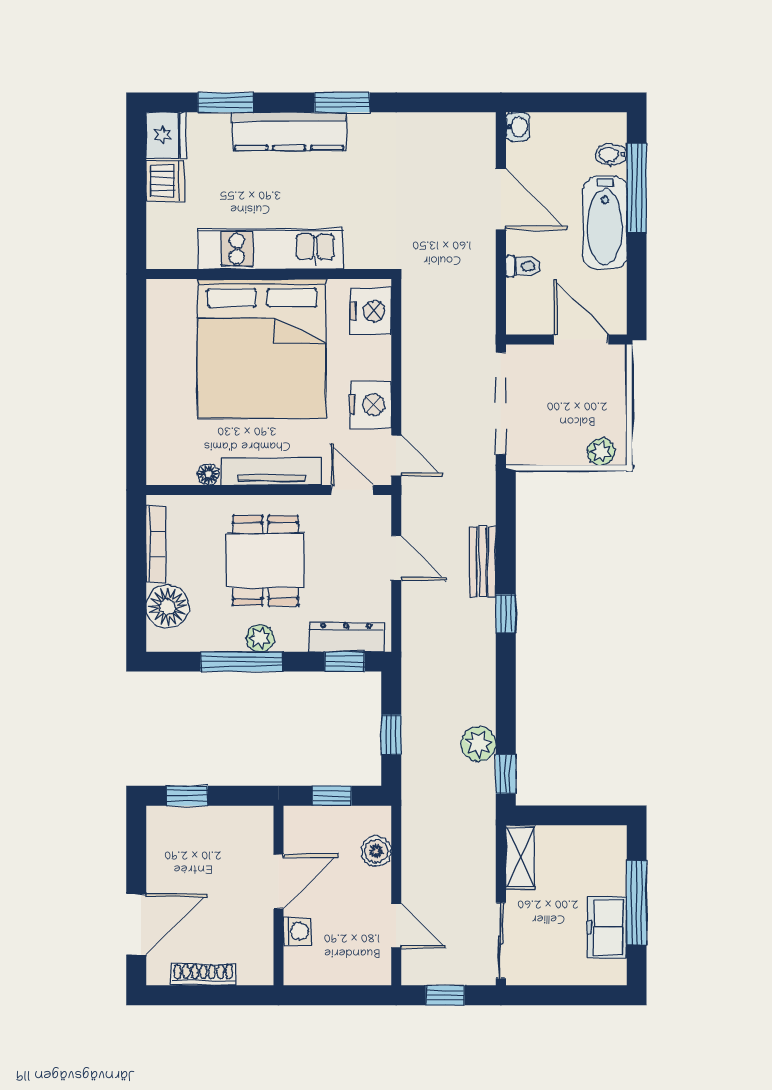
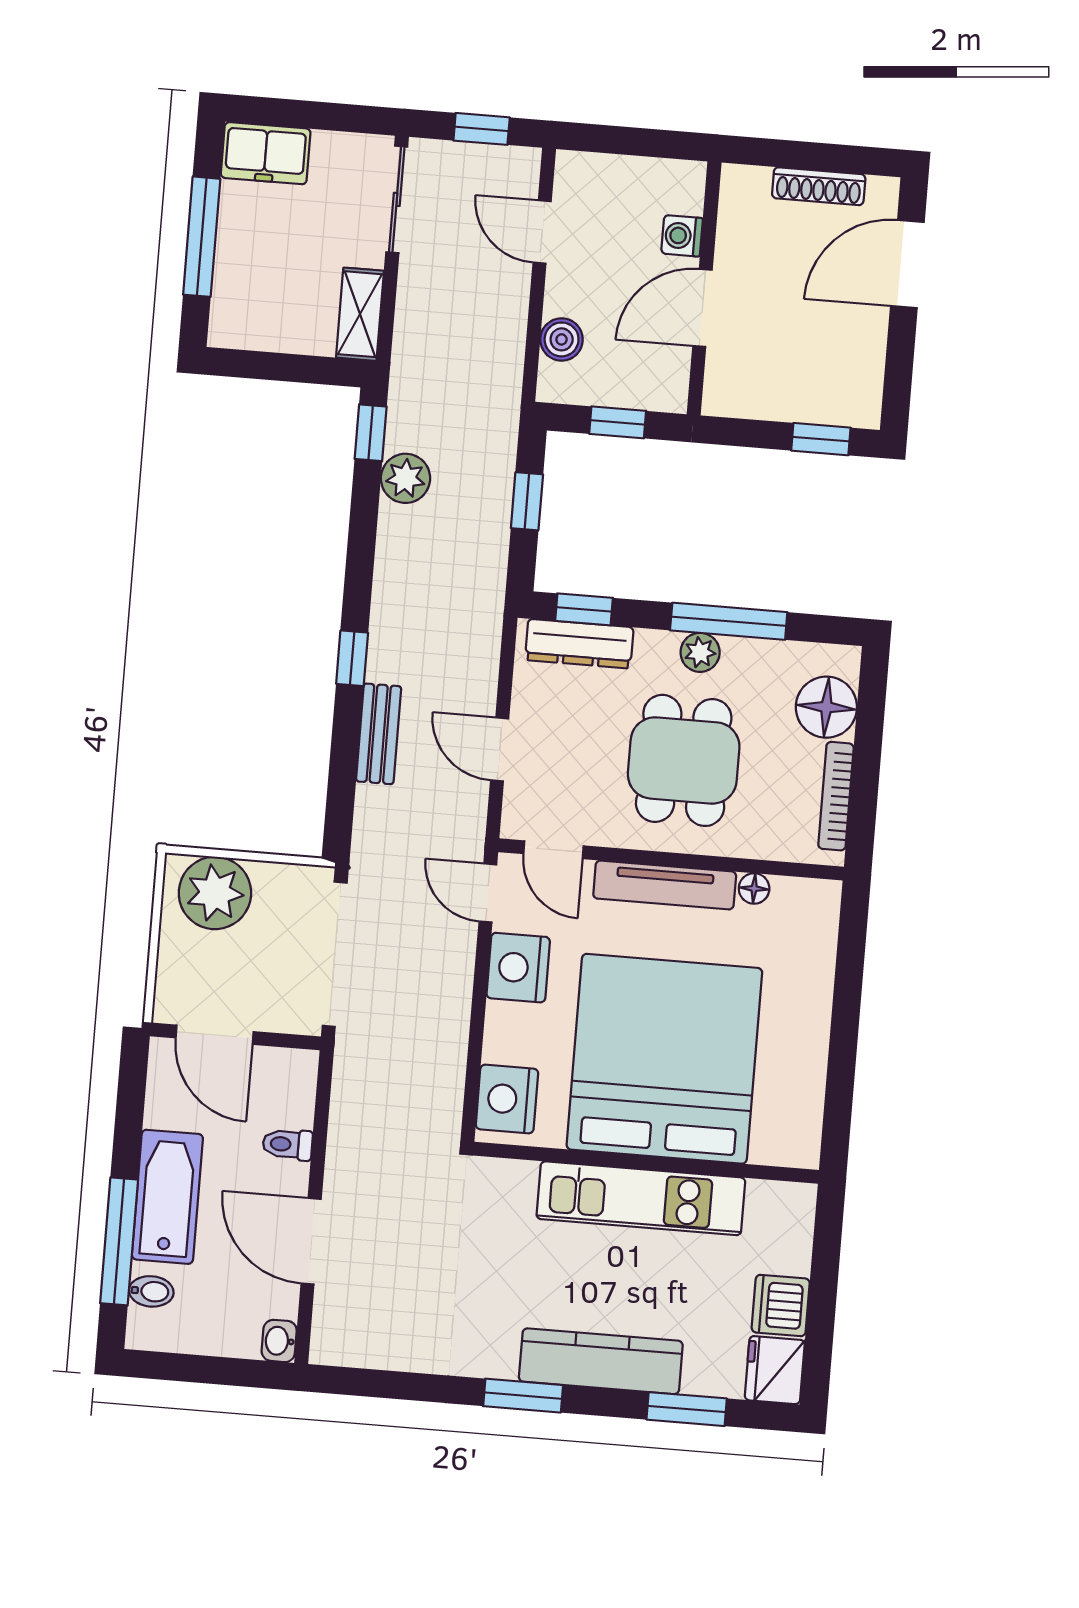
plant: (601, 452) -> (215, 893), width x1.87, depth x1.87
freezer: (607, 927) -> (266, 153), moved, turned 90

